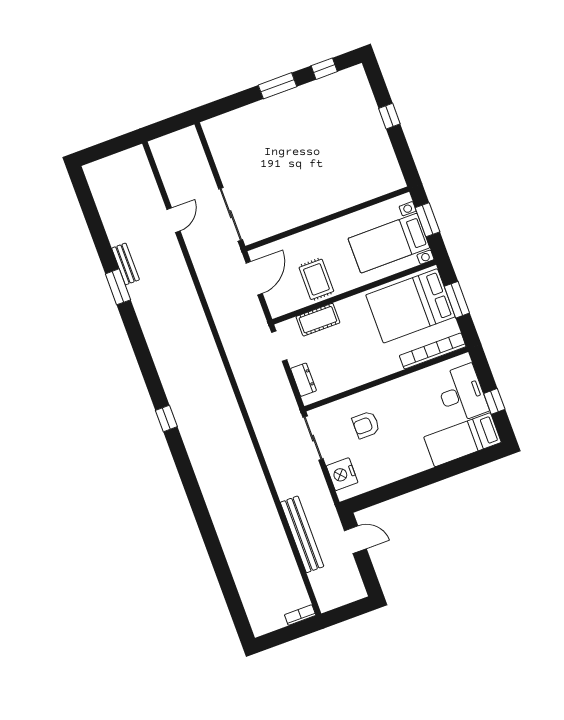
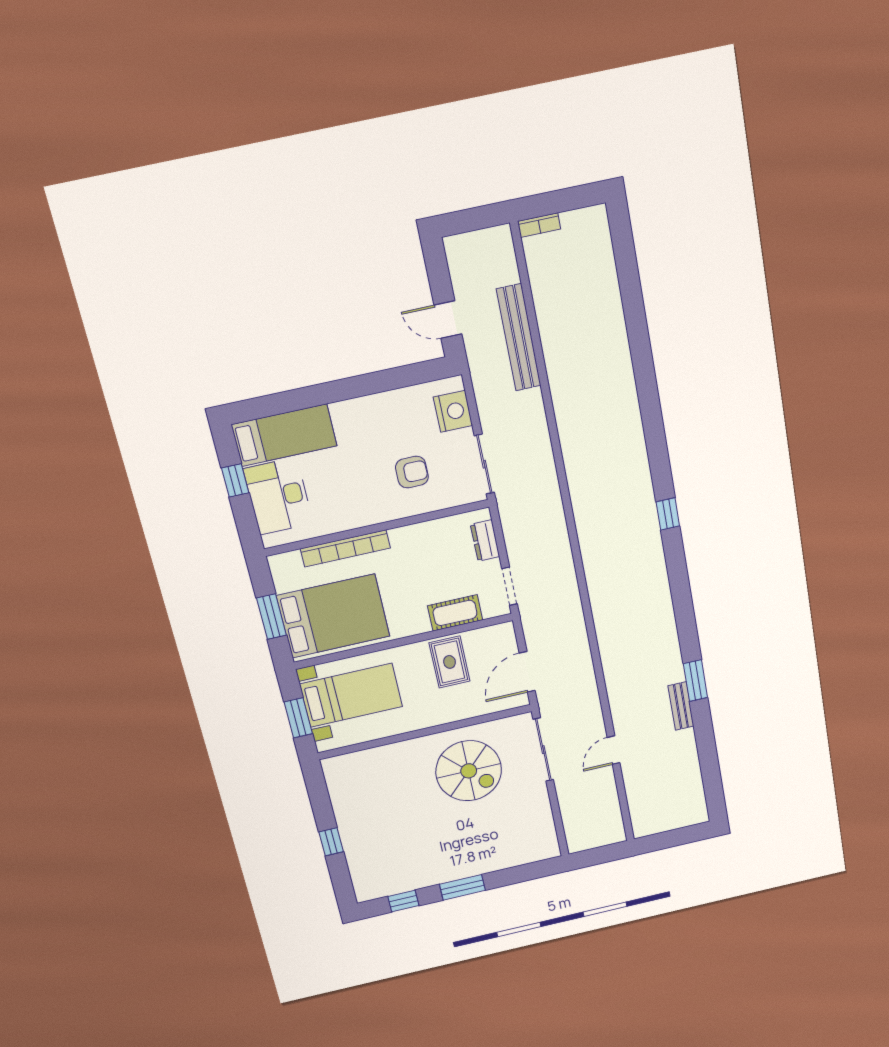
spiral stairs: (288, 190) -> (469, 771), added
bookcase: (433, 351) -> (345, 548), moved

